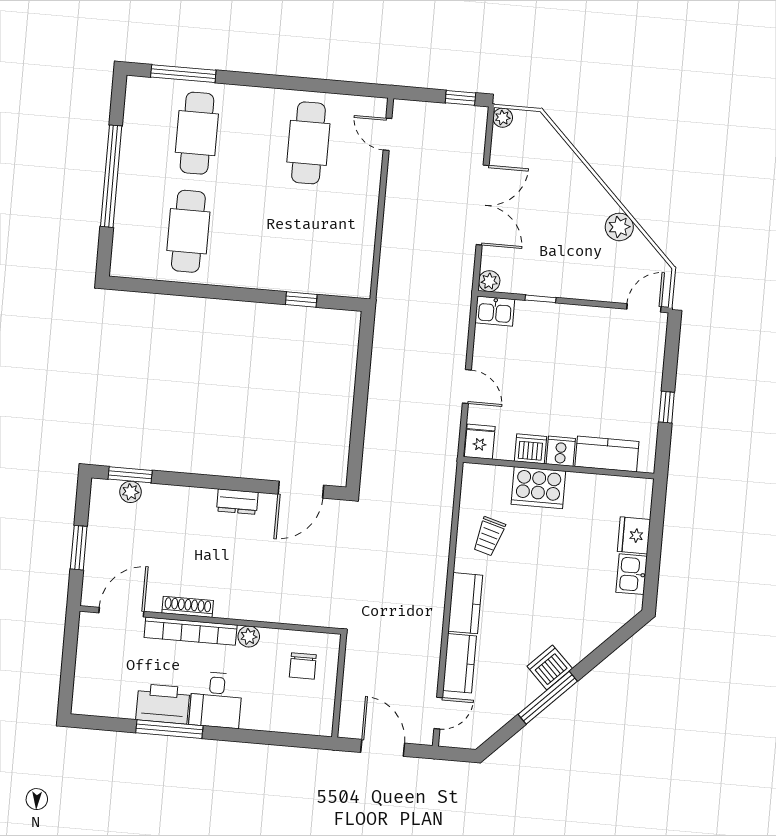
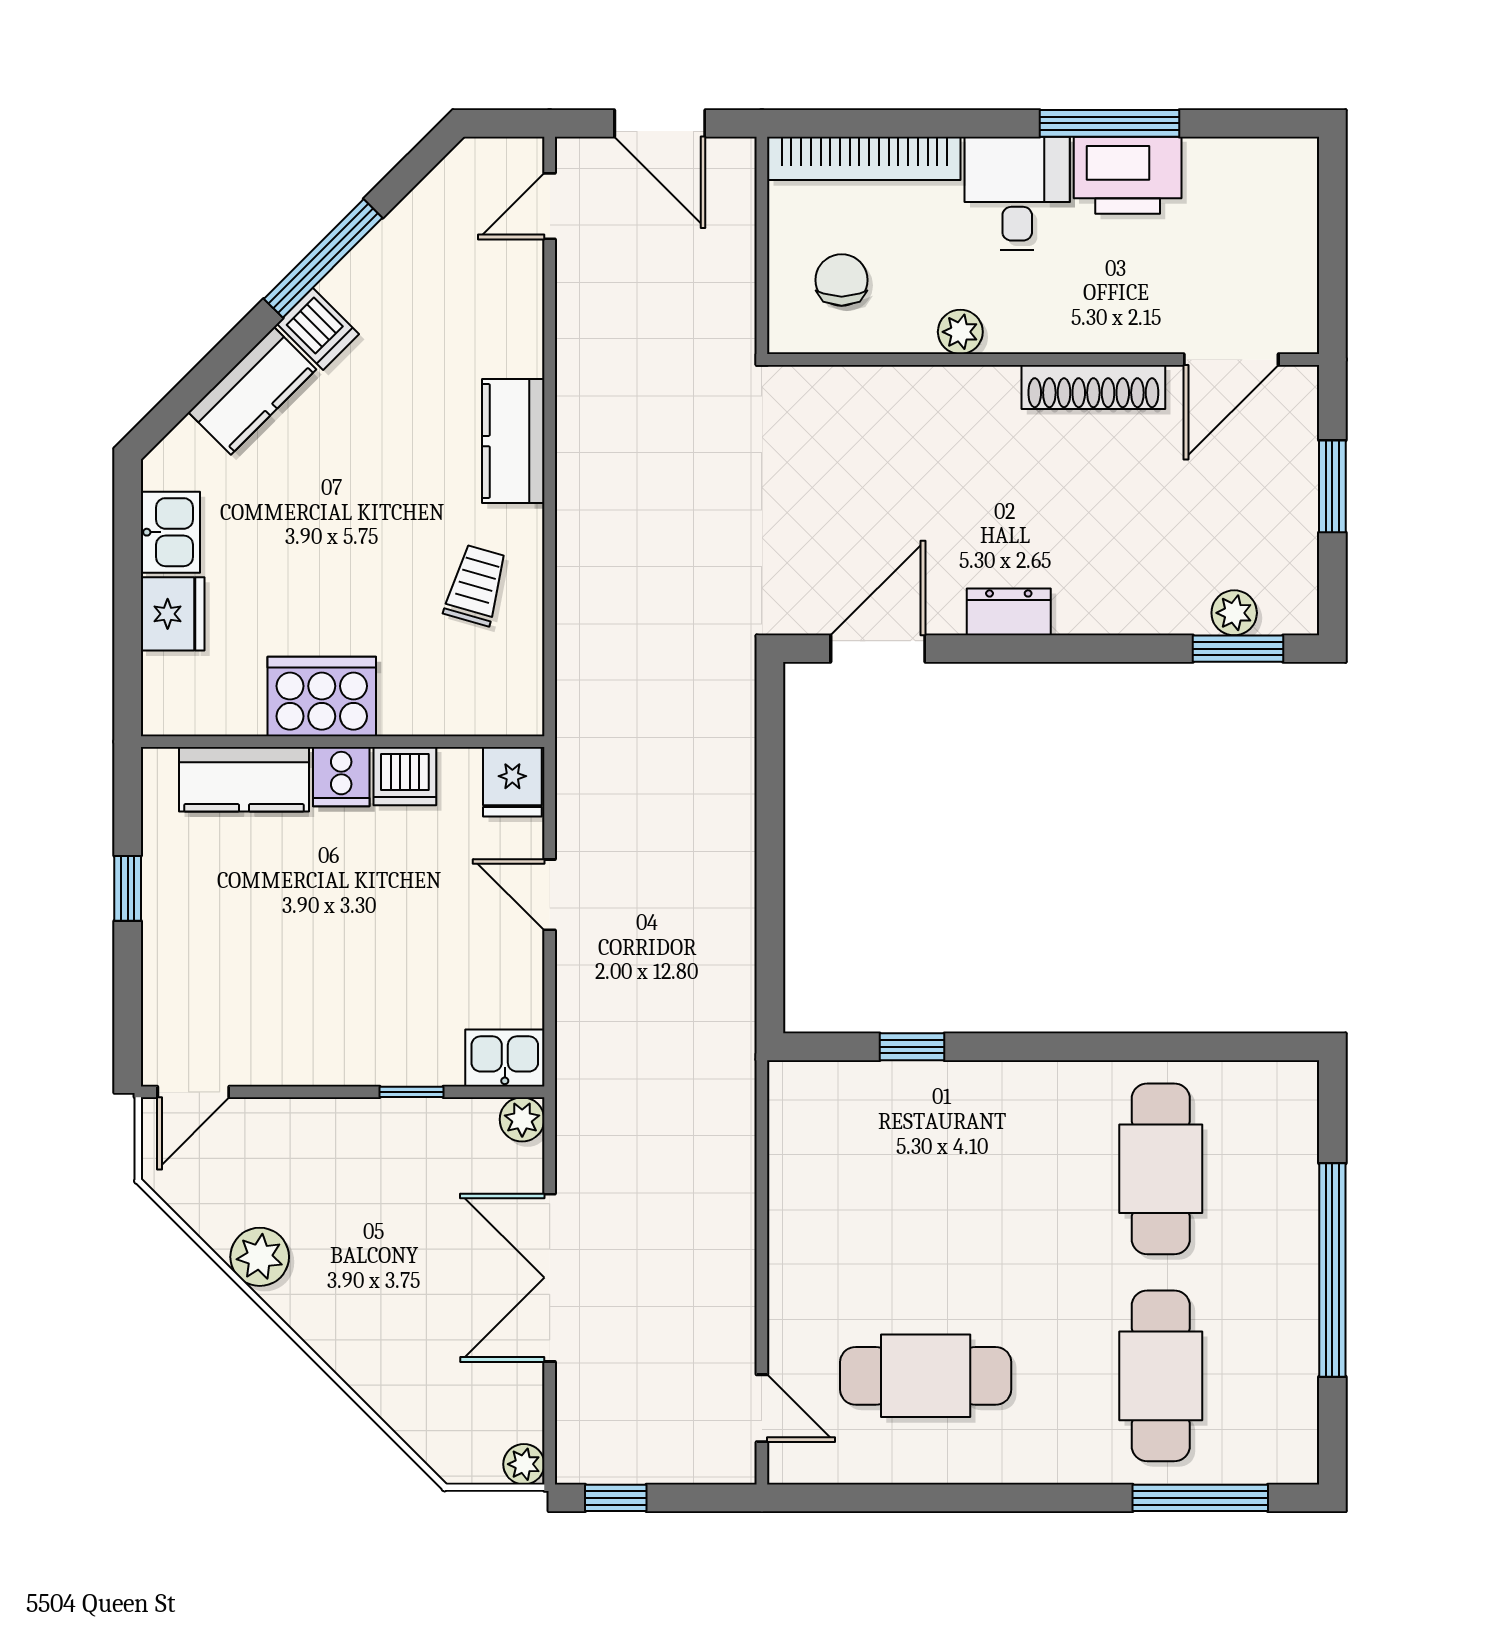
cafe table: (308, 143) -> (926, 1376), turned 90
cooker: (538, 488) -> (322, 696), moved
shoe rack: (188, 607) -> (1093, 387), width x1.36, depth x1.24
bookcase: (191, 631) -> (864, 158), moved, turned 180
kitchen counter: (460, 663) -> (252, 391), moved, turned -135
dishwasher: (550, 667) -> (318, 329), width x0.73

